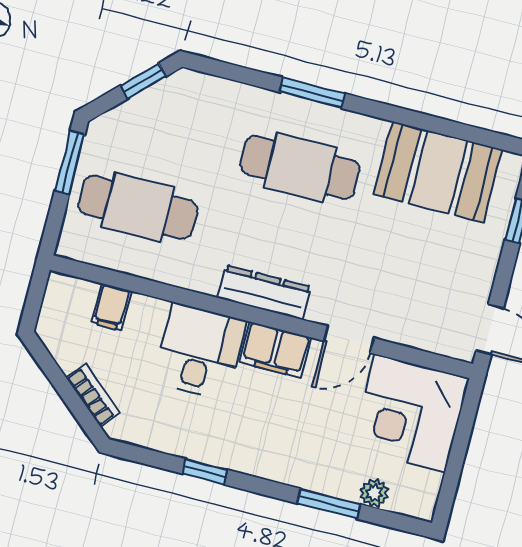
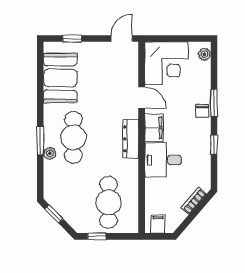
plant: (279, 106) -> (50, 153), added
window: (70, 163) -> (97, 236), width x0.67
filing cabinet: (111, 307) -> (158, 224), moved, turned -90
chair: (285, 465) -> (202, 111), added
plant: (374, 493) -> (204, 54), moved
window: (329, 504) -> (214, 103), moved

